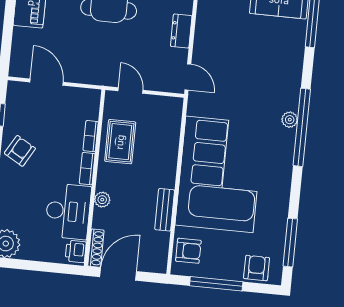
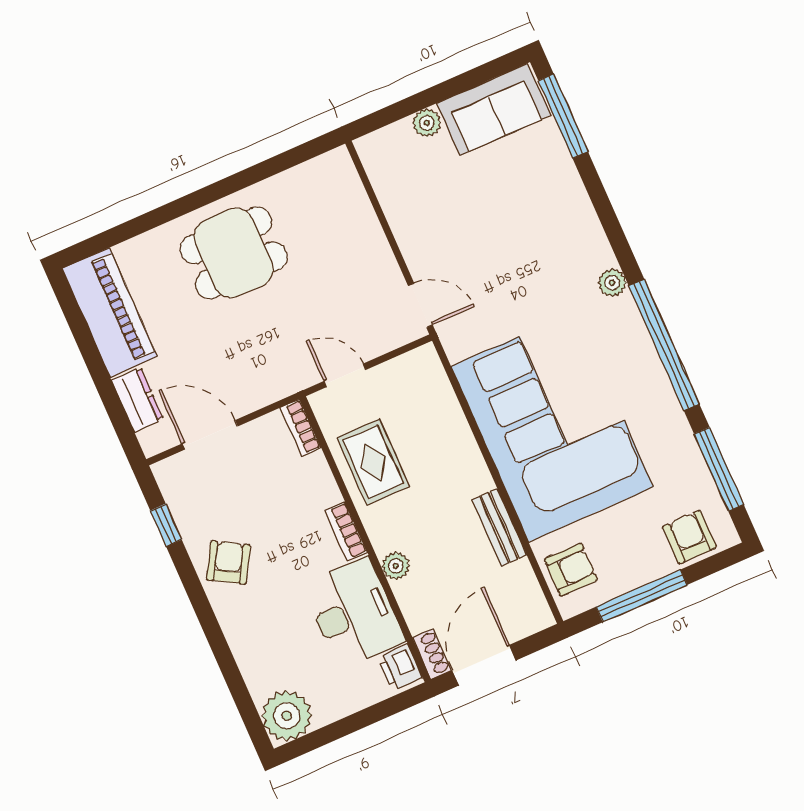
dresser: (181, 31) -> (137, 400), moved, turned 180
window: (302, 127) -> (664, 345), moved
bookcase: (91, 136) -> (301, 428), moved
shoe rack: (96, 248) -> (432, 654), width x0.70

